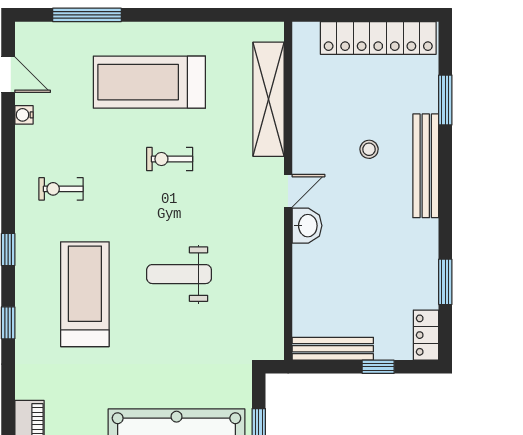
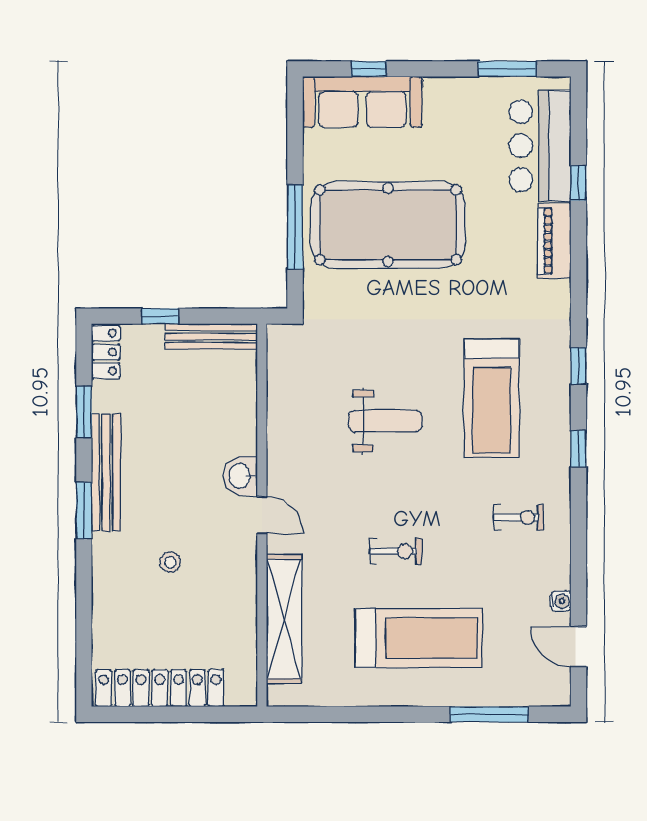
window: (445, 100) -> (84, 510), moved
bench: (426, 166) -> (106, 473), moved
door: (288, 191) -> (262, 515), swing flipped

